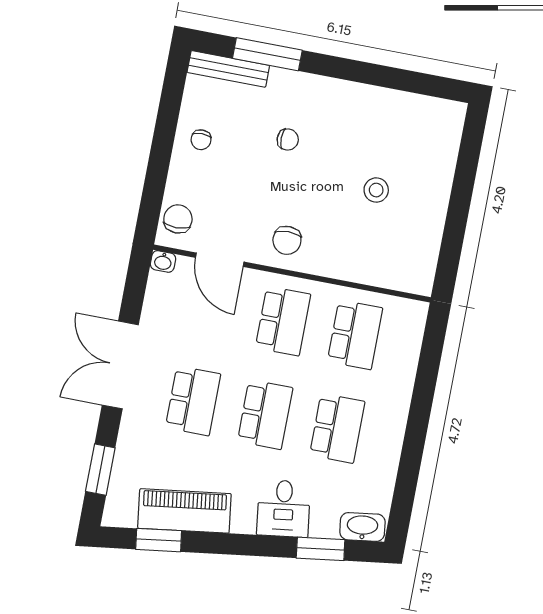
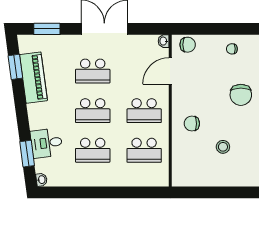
chair: (288, 140) -> (241, 95), width x1.87, depth x1.87
chair: (287, 240) -> (192, 124), moved
desk: (284, 508) -> (47, 143), moved
washbasin: (362, 527) -> (41, 180), width x0.52, depth x0.69

